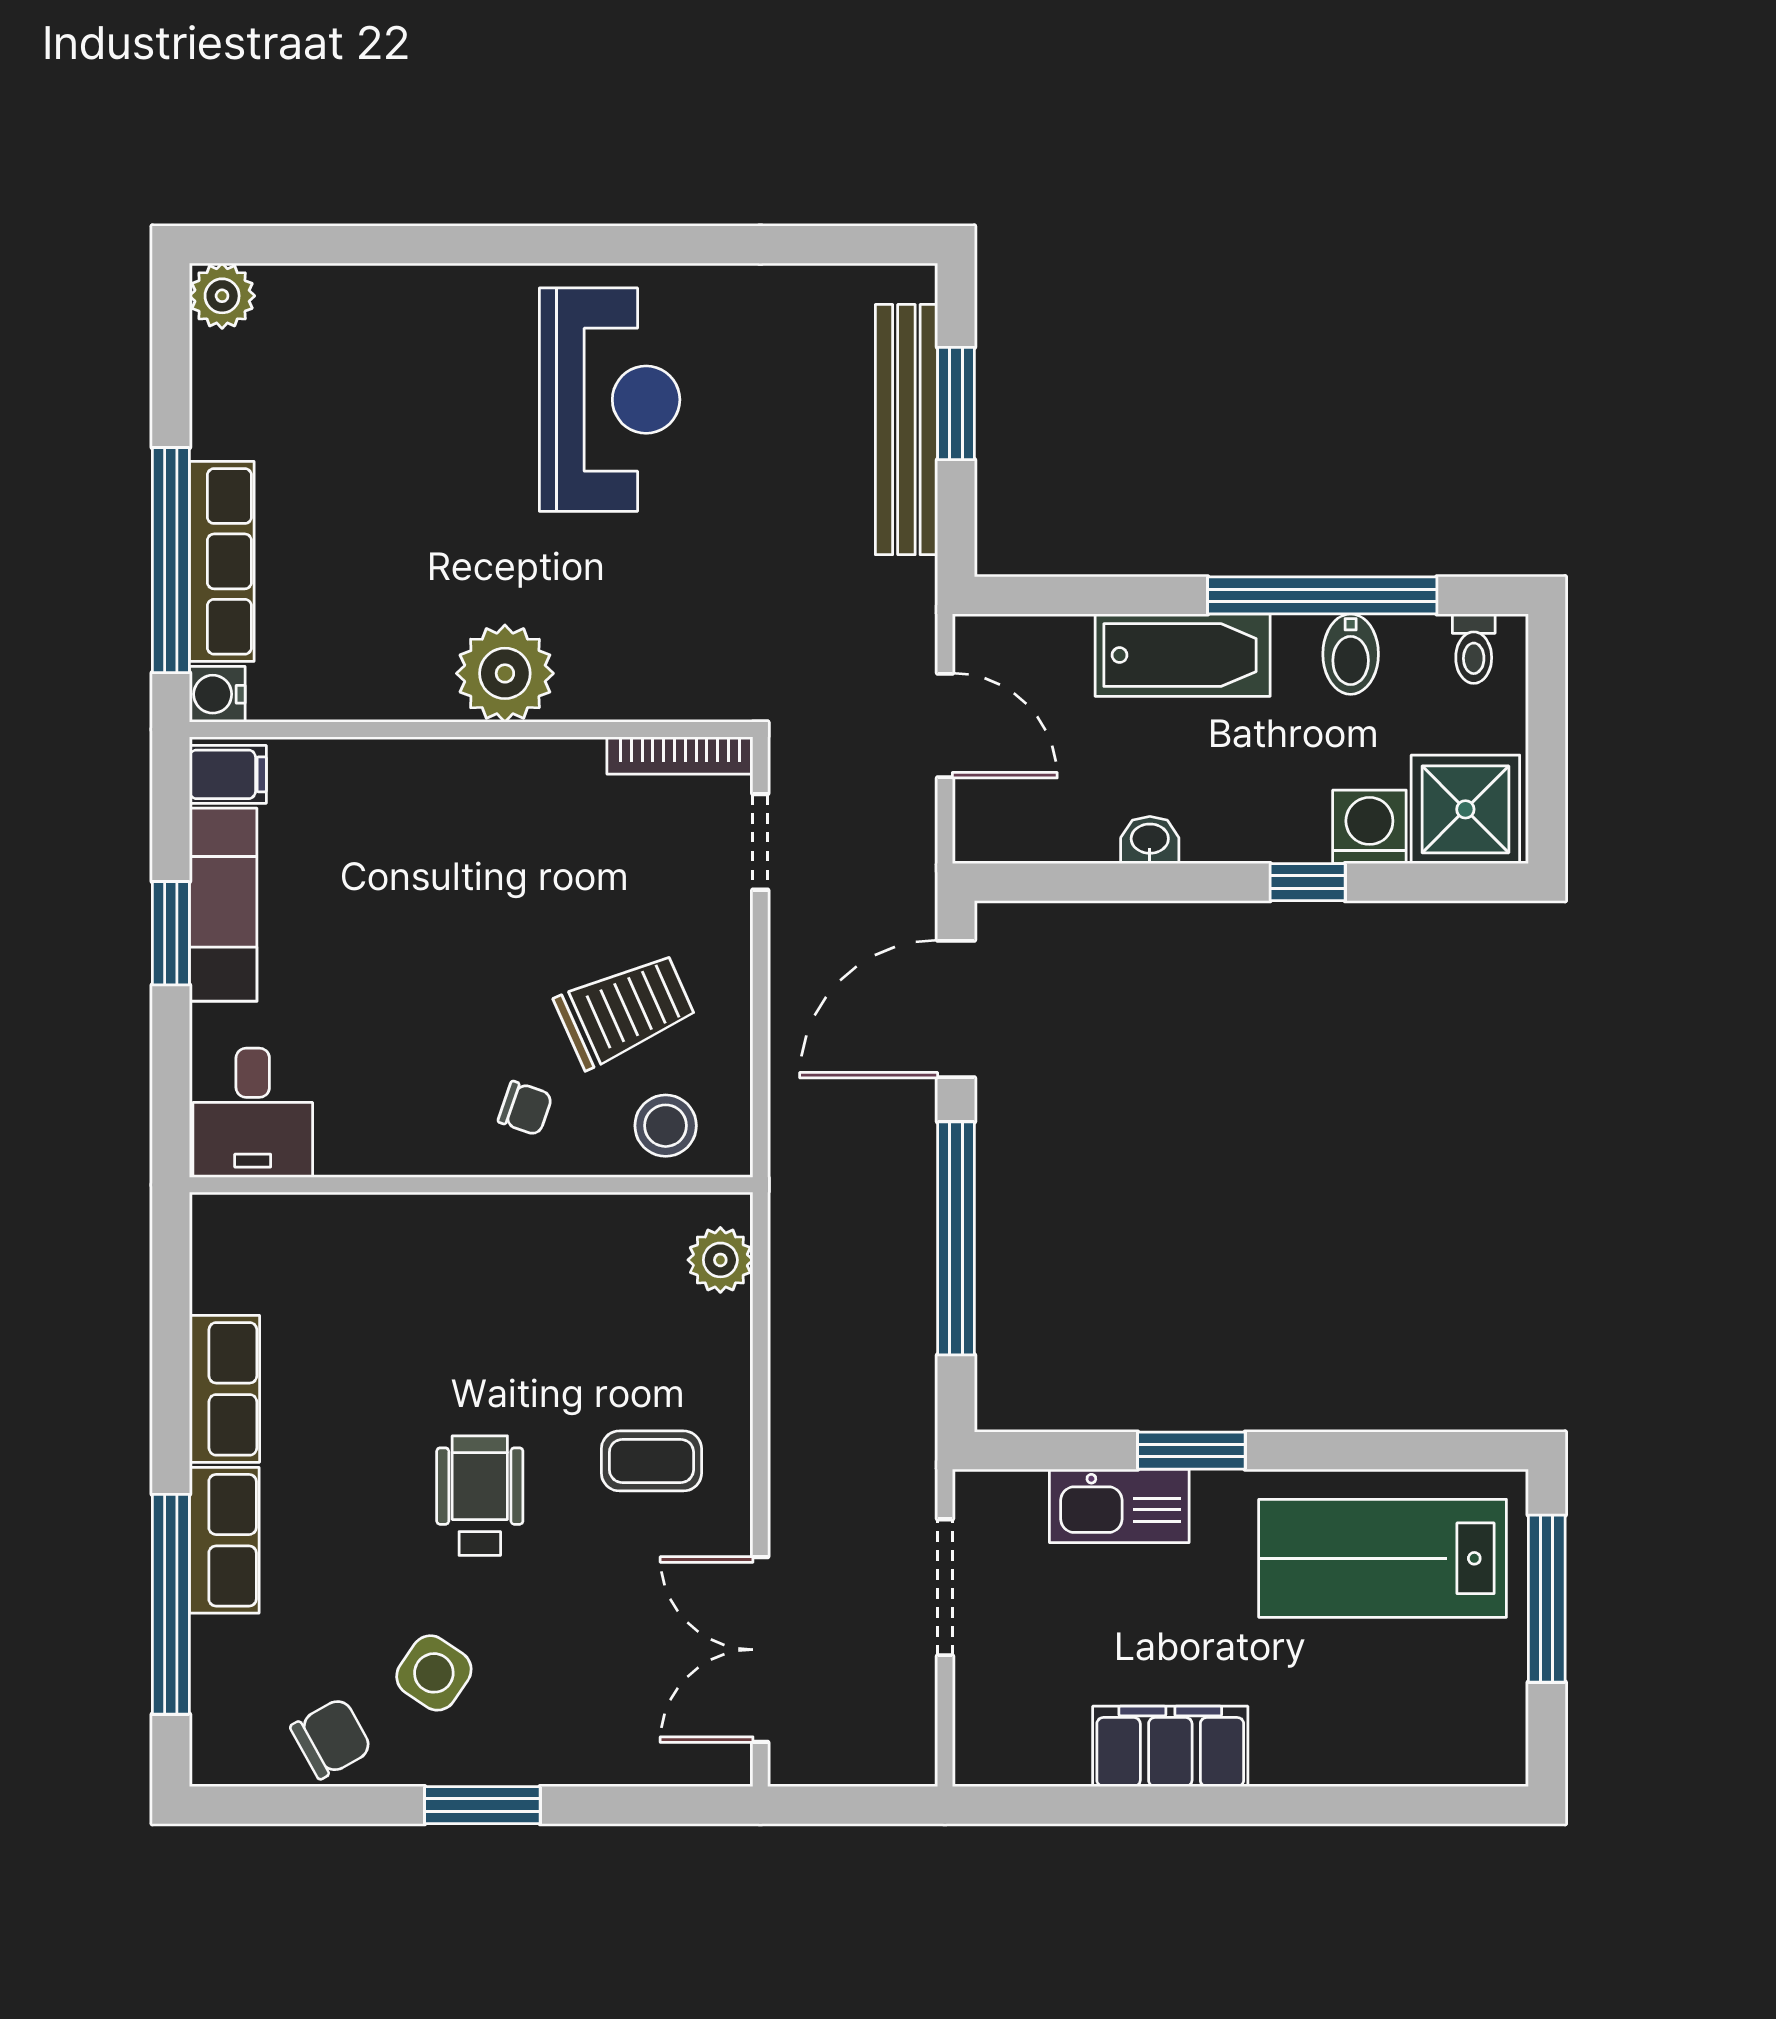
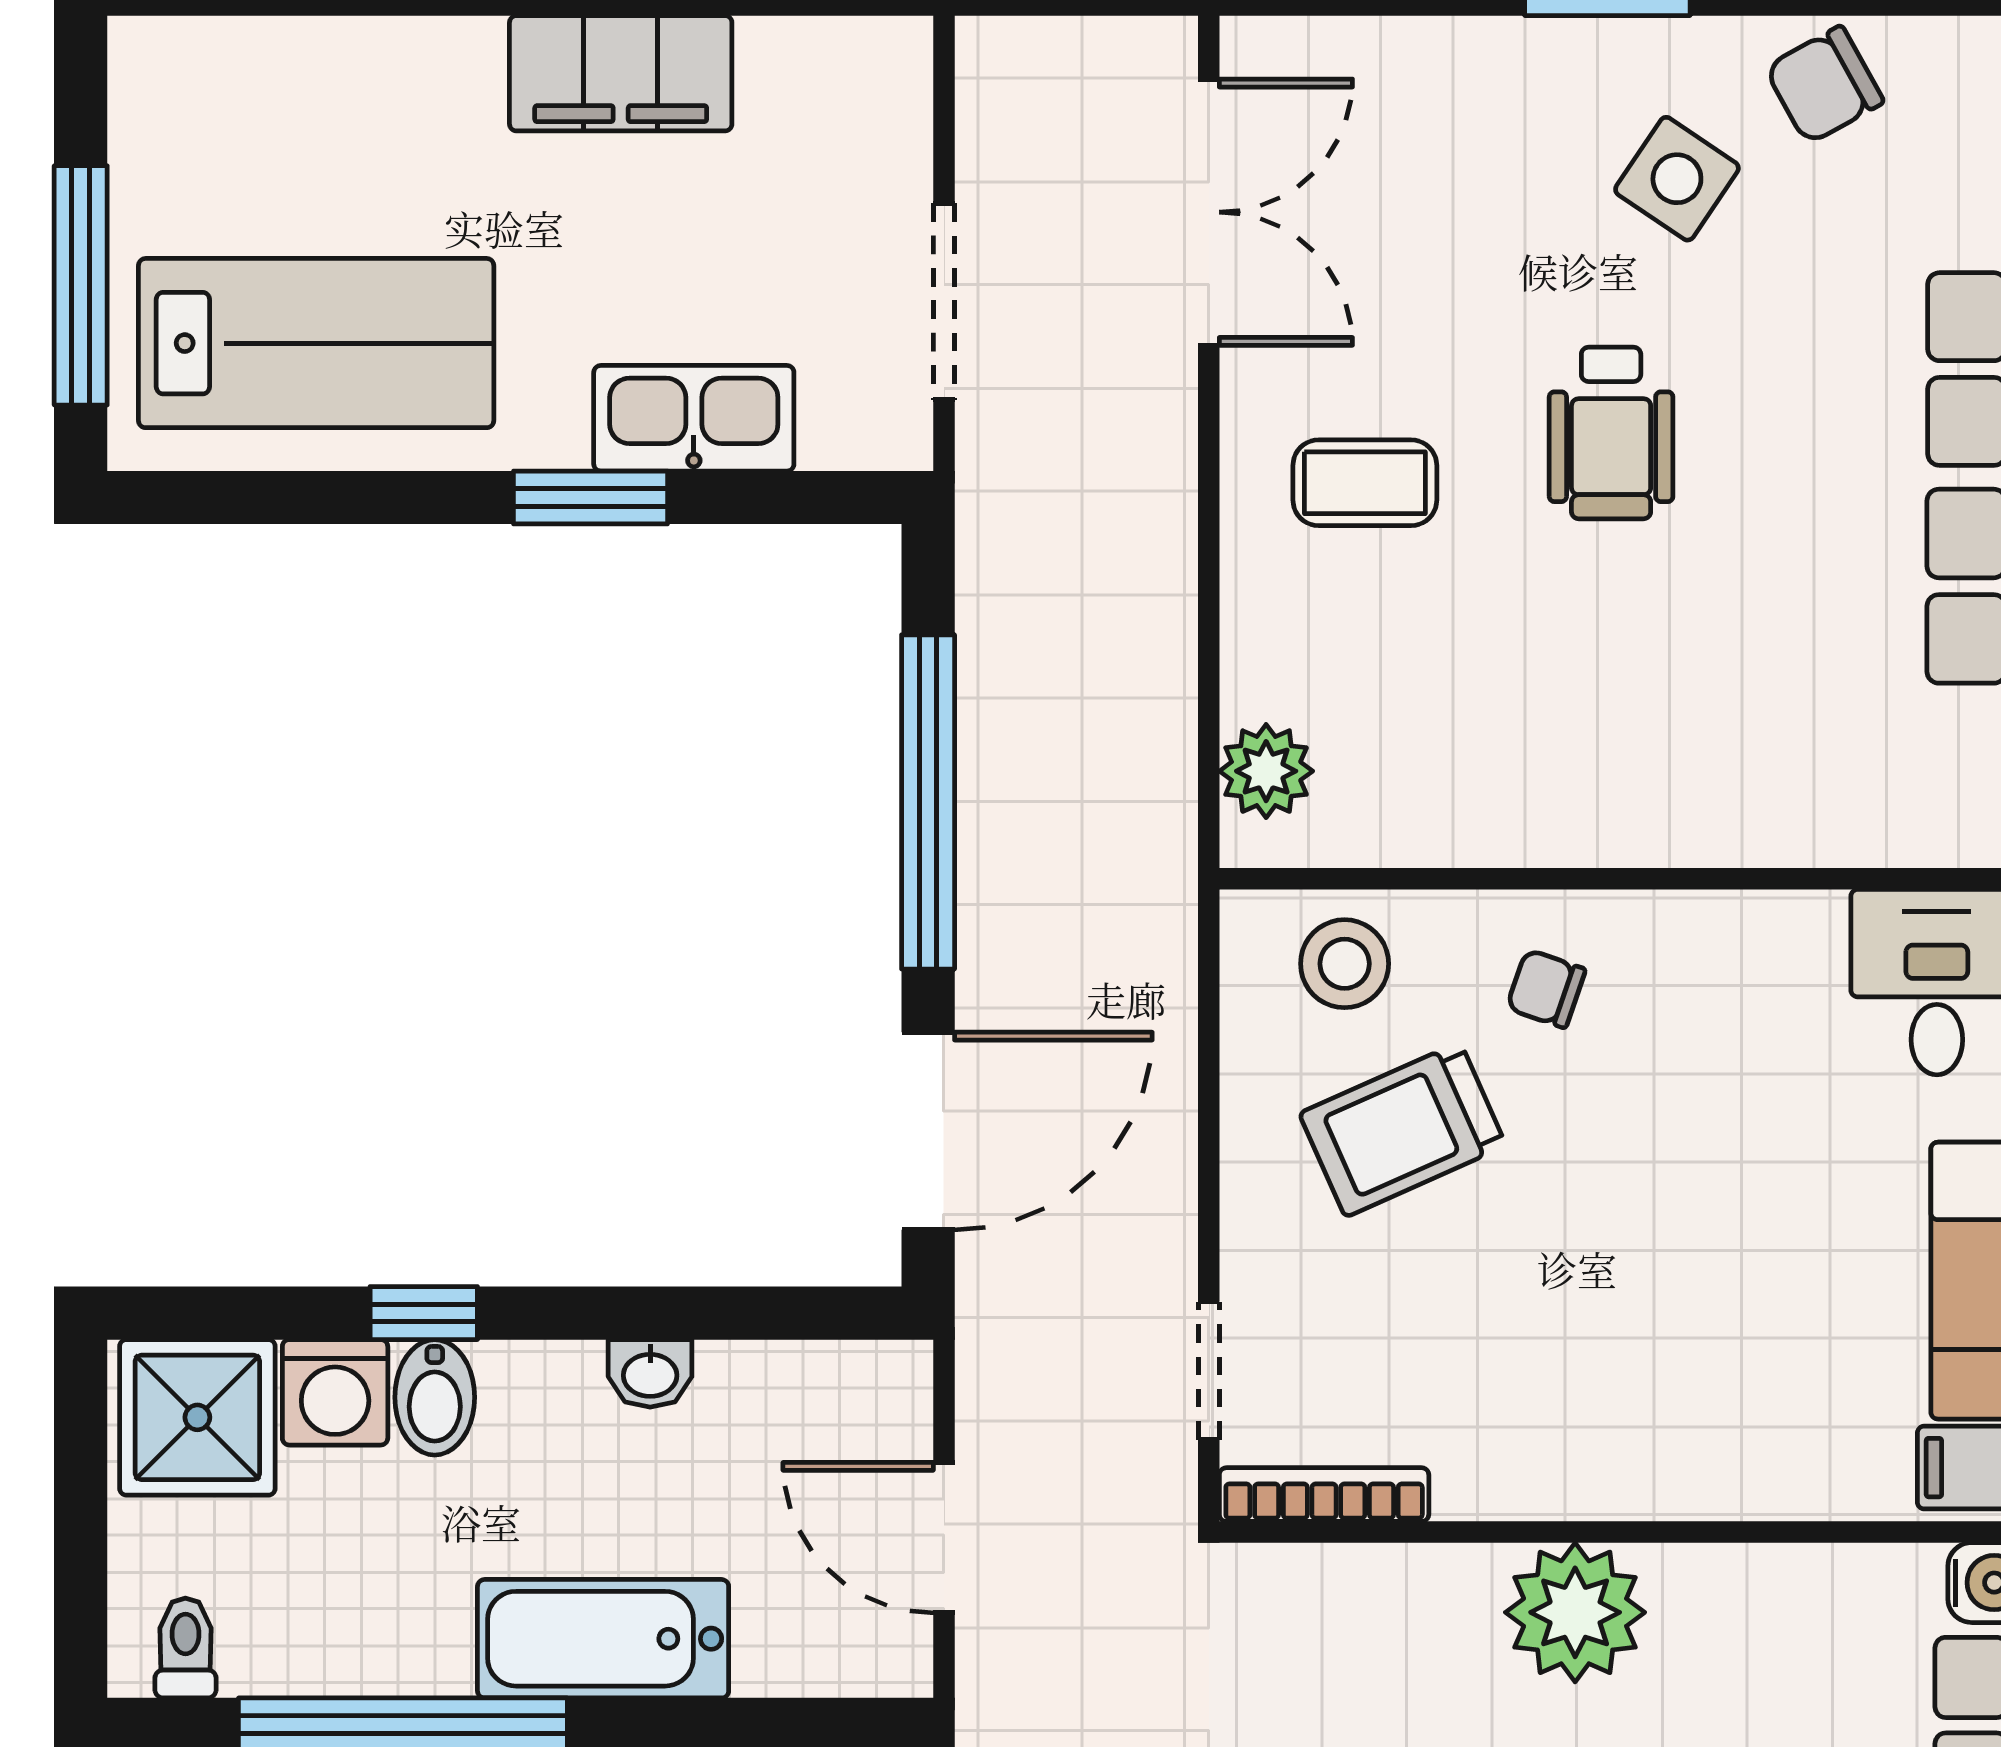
bidet: (1351, 654) -> (435, 1397), moved, turned 180

